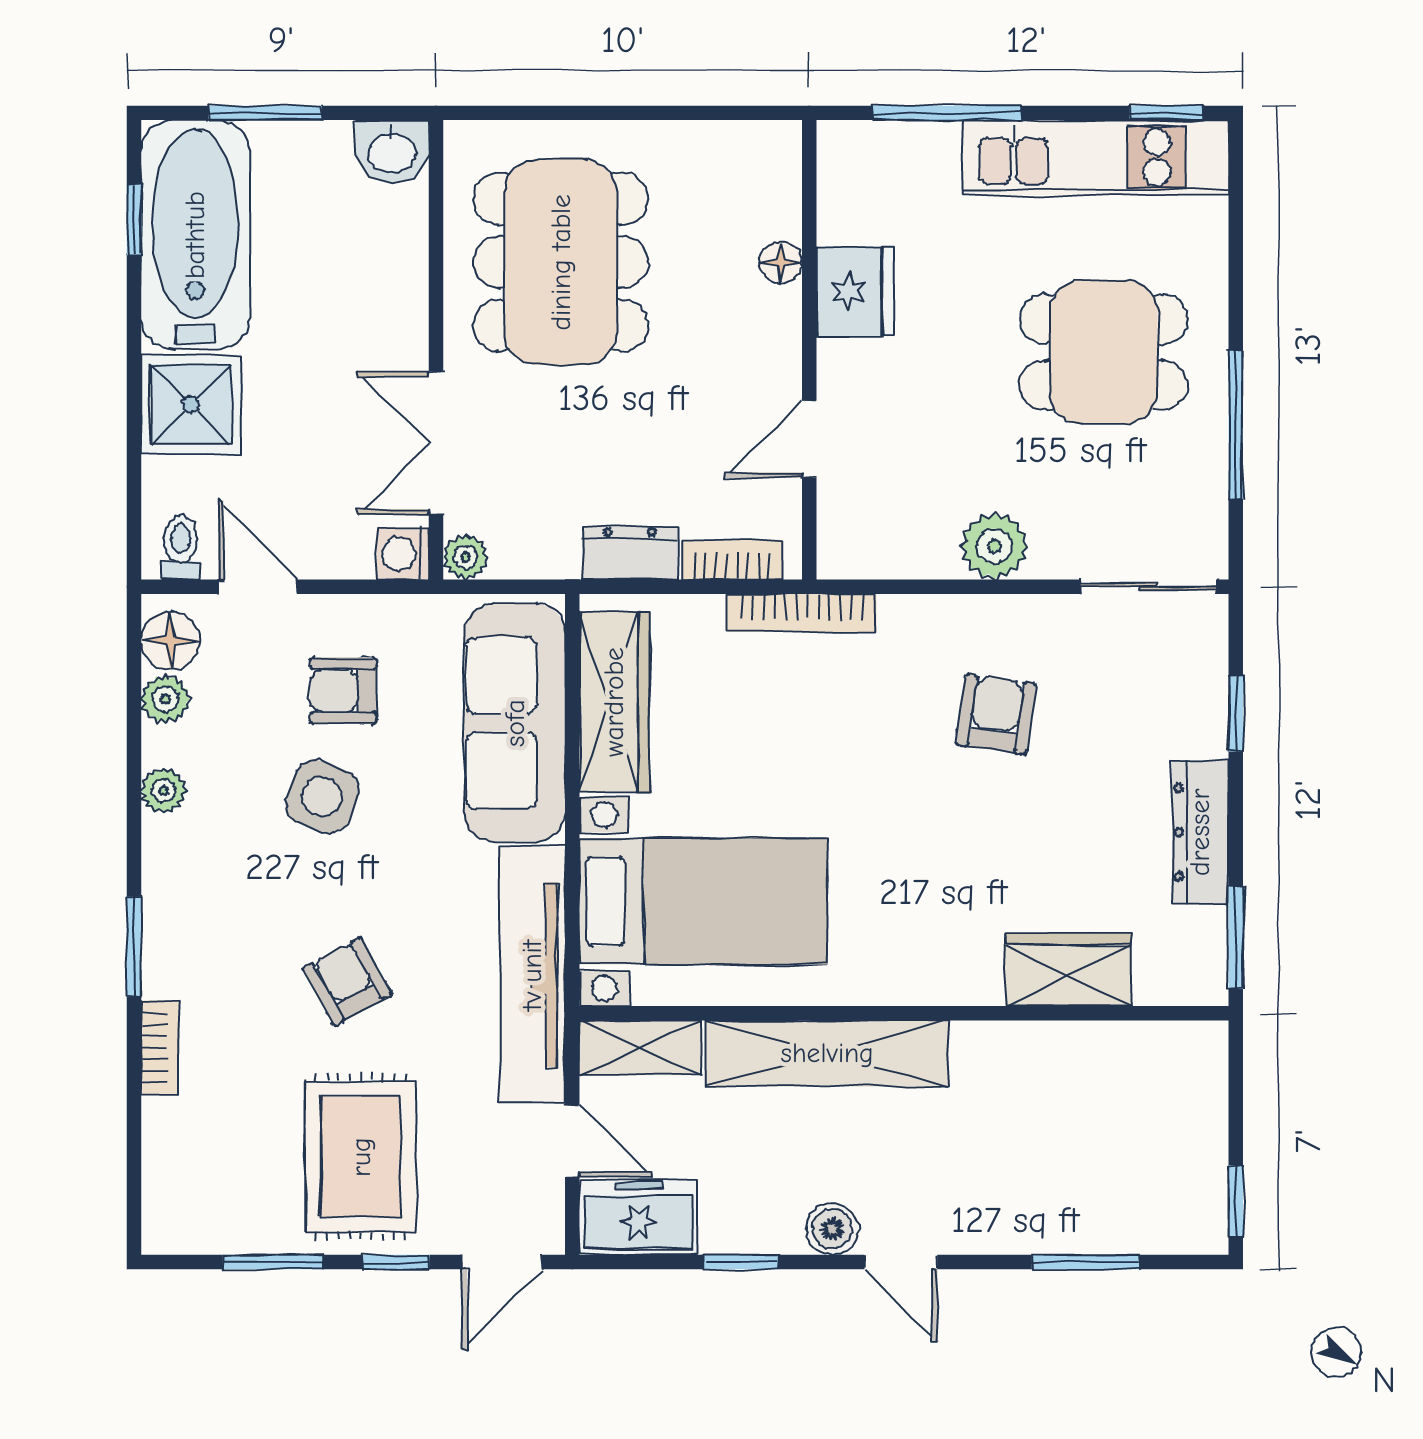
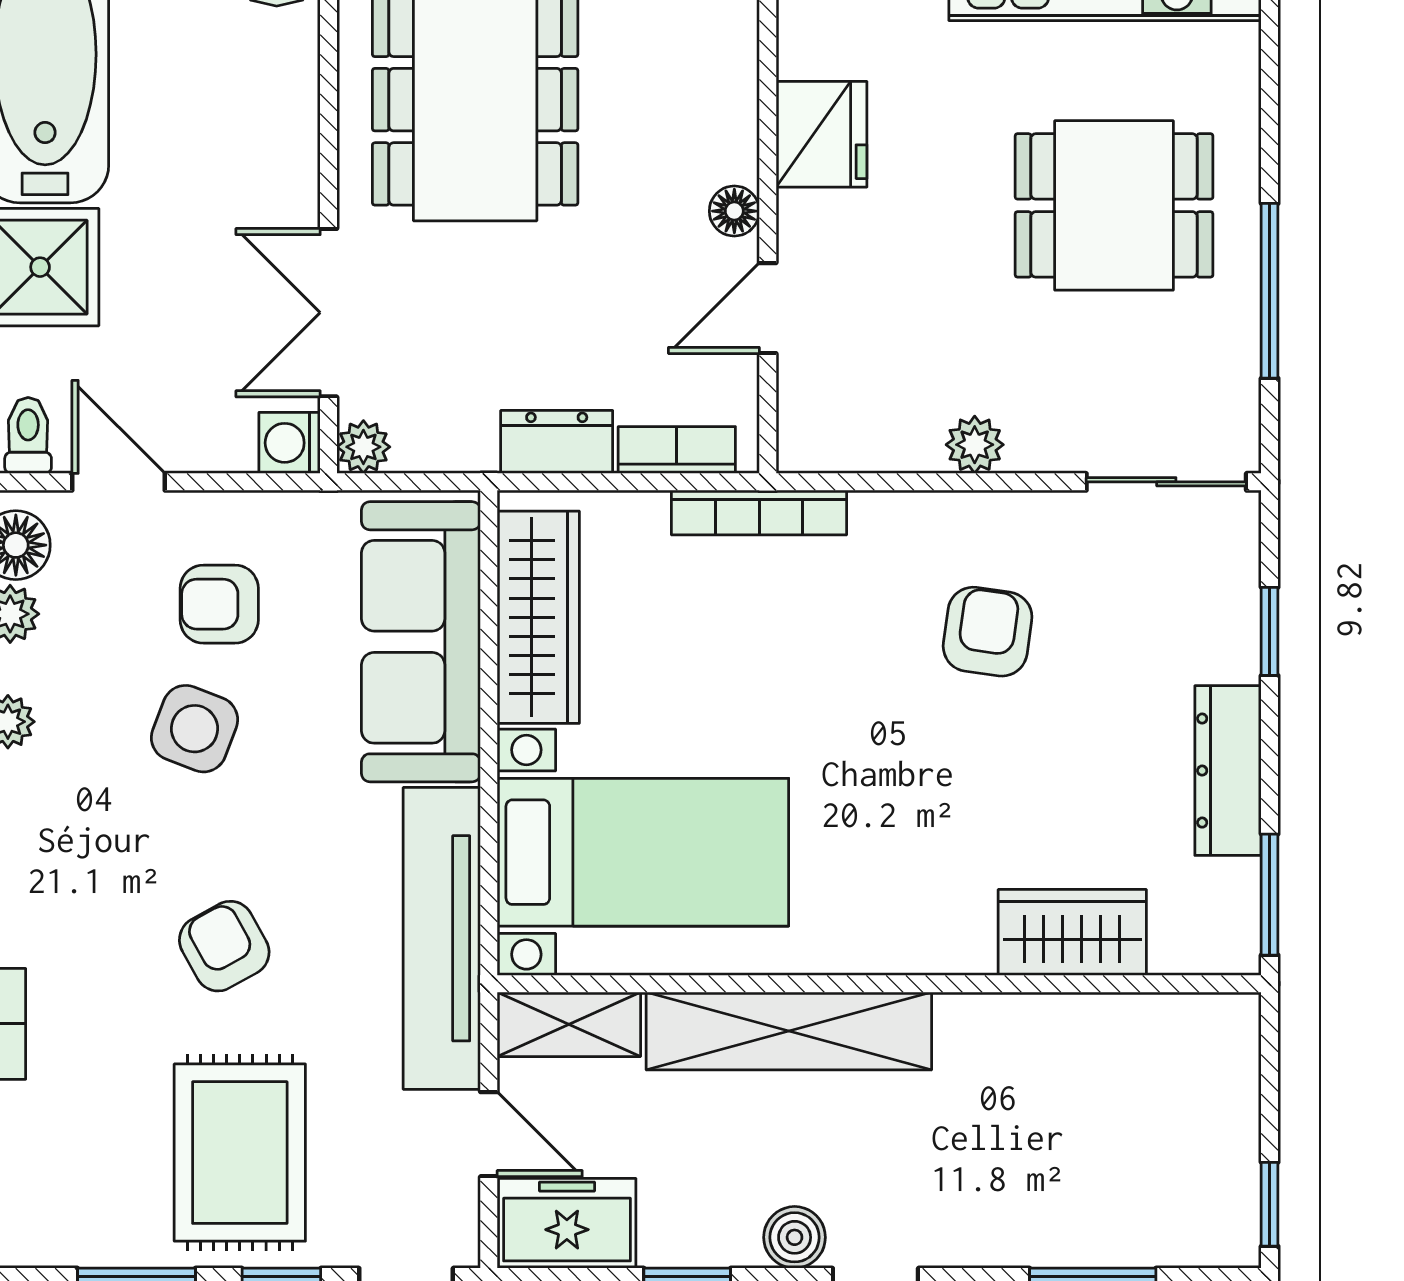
floor lamp: (781, 263) -> (734, 211), moved
plant: (994, 546) -> (975, 445), width x0.73, depth x0.73

